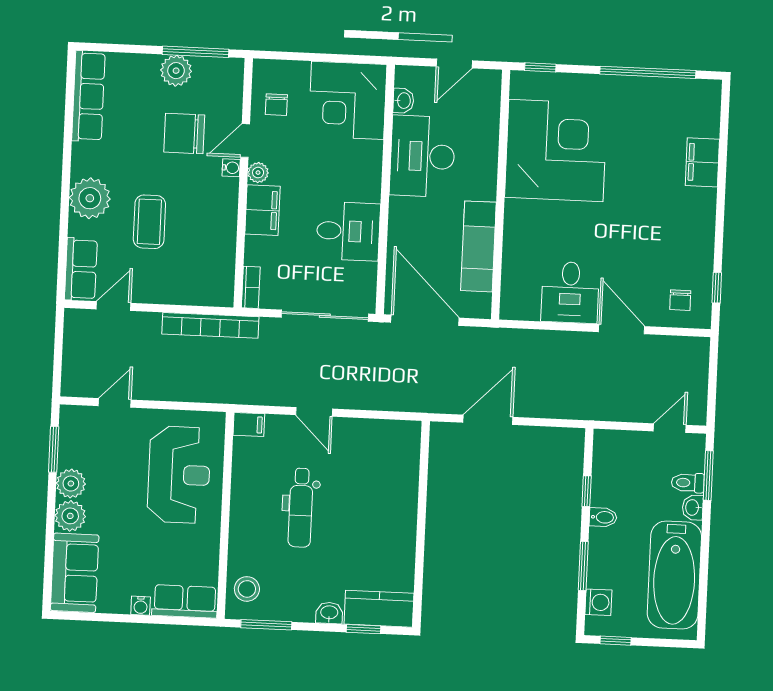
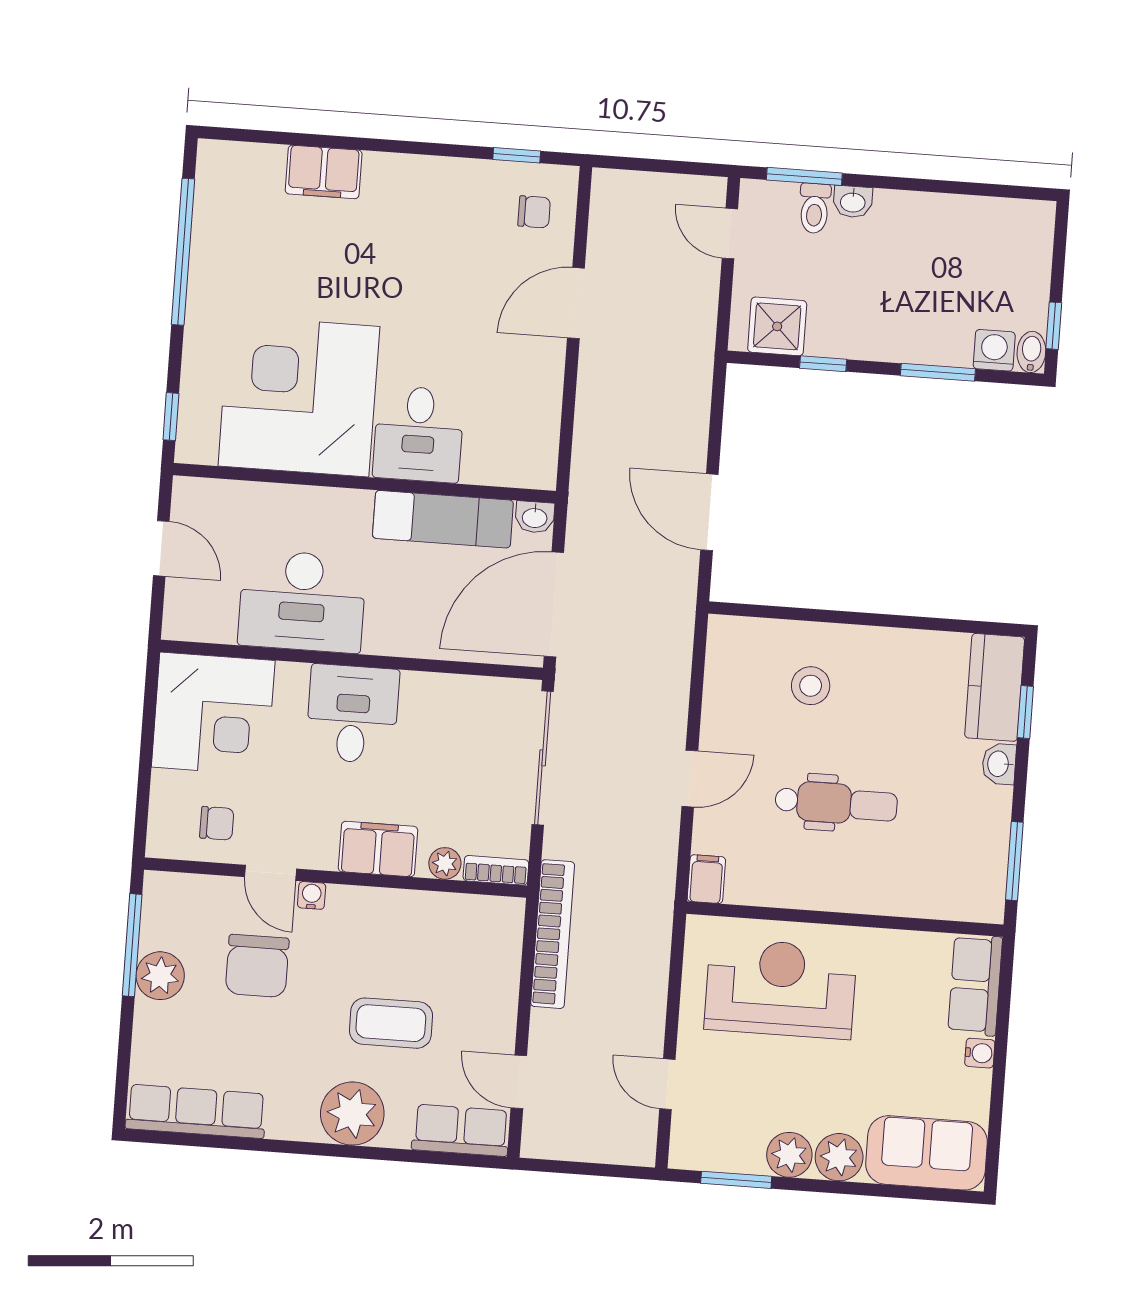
washbasin: (403, 101) -> (535, 517), moved, turned 180
plant: (258, 173) -> (445, 863), moved
desk: (348, 231) -> (352, 714), moved
desk: (570, 292) -> (419, 434), moved, turned 90
shower: (610, 461) -> (777, 326), added
bidet: (603, 517) -> (1031, 352), moved
bathtub: (674, 575) -> (956, 233), removed
stool: (247, 589) -> (811, 686), moved

